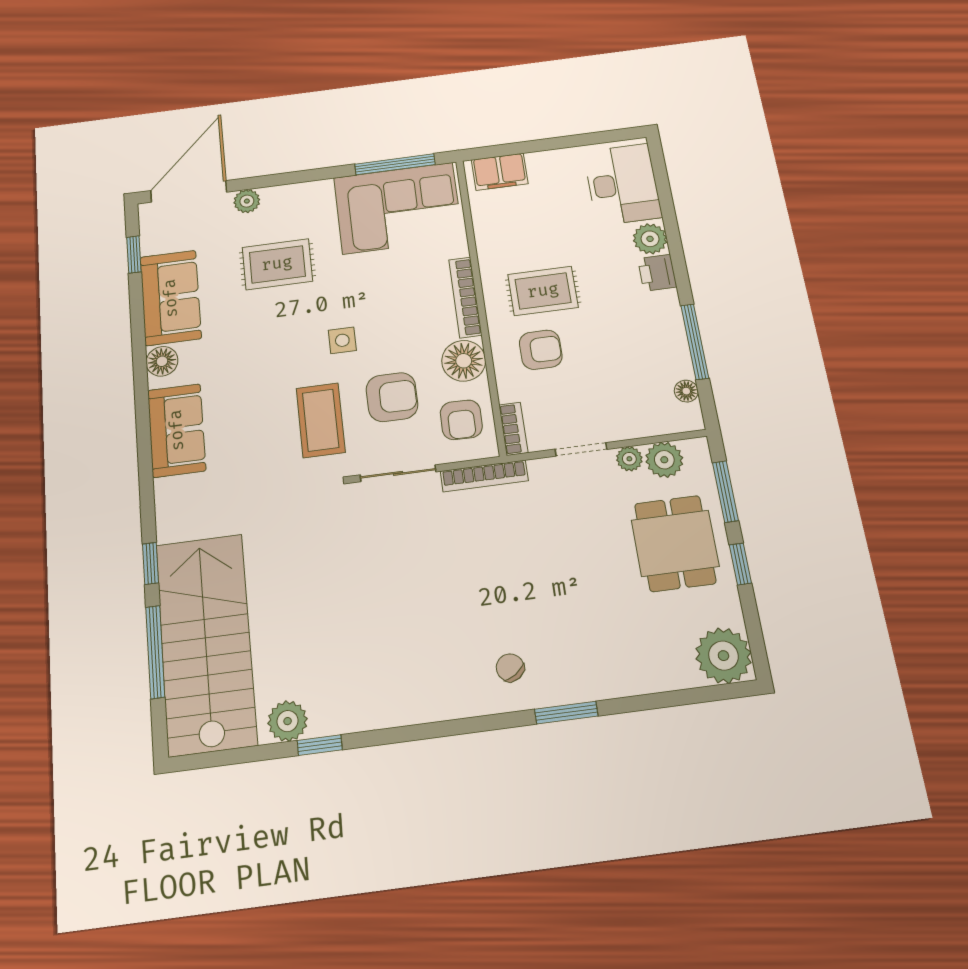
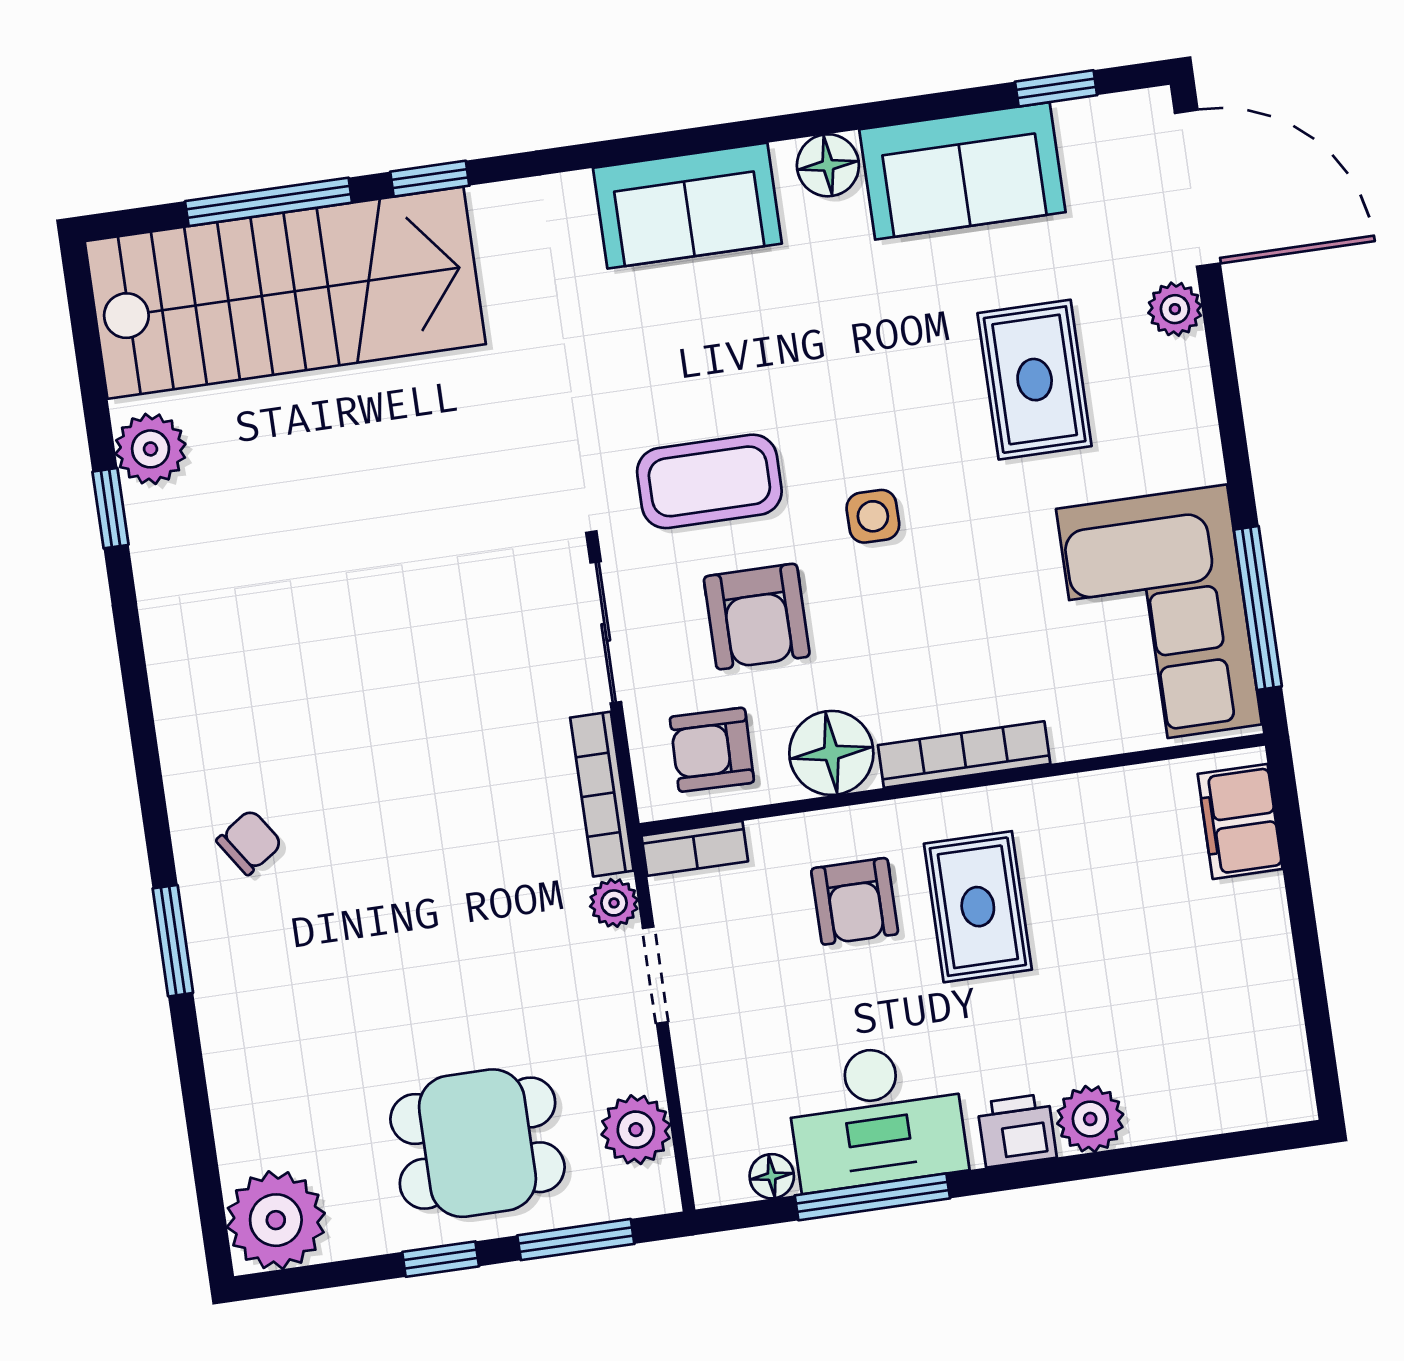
desk: (622, 184) -> (876, 1116), moved
plant: (629, 459) -> (614, 903), moved

